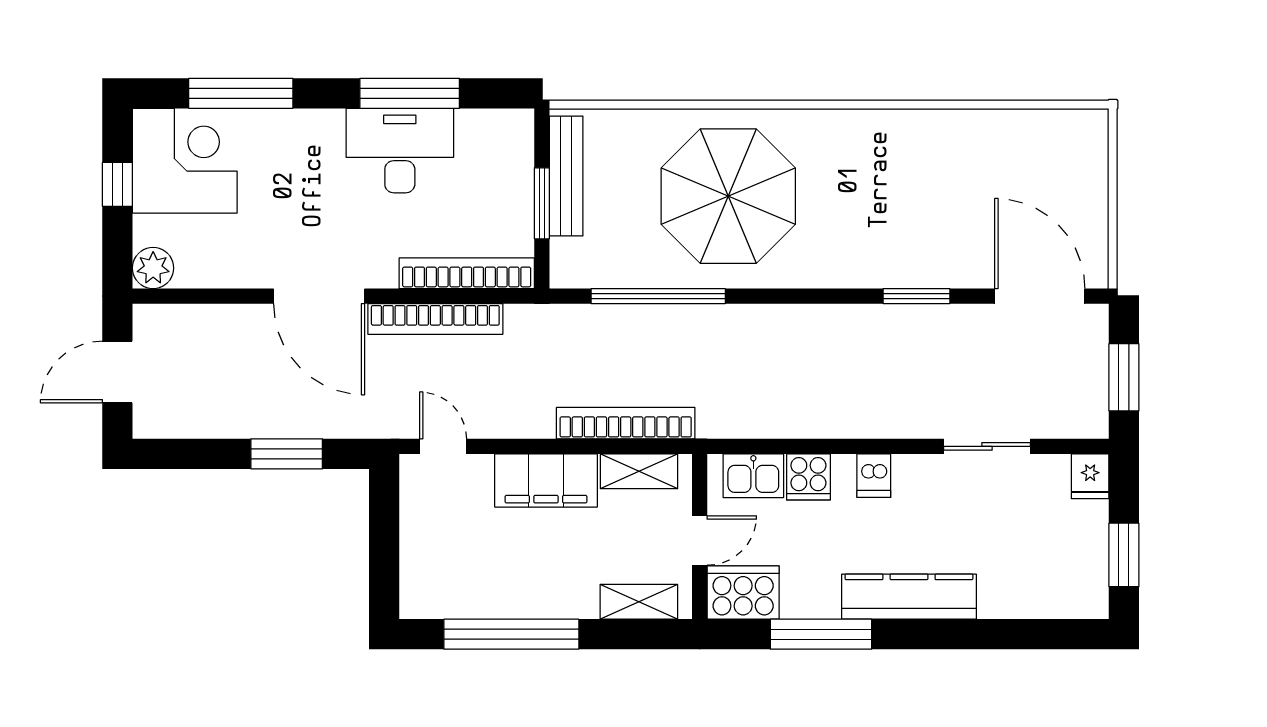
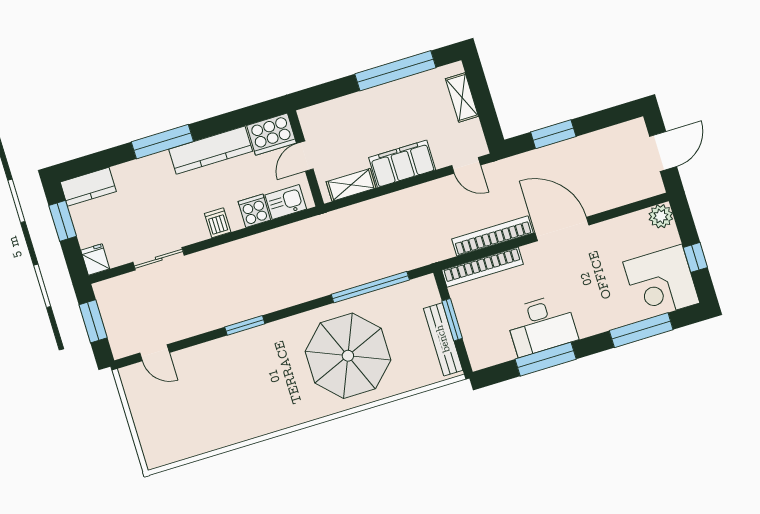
window: (917, 296) -> (245, 325), moved
door: (1040, 296) -> (155, 353), width x0.53
bookcase: (626, 423) -> (367, 210), removed
kitchen counter: (909, 597) -> (211, 150), moved
kitchen counter: (1066, 598) -> (88, 187), added
shelving: (639, 602) -> (462, 97), moved, turned 90
window: (821, 634) -> (162, 142), moved

